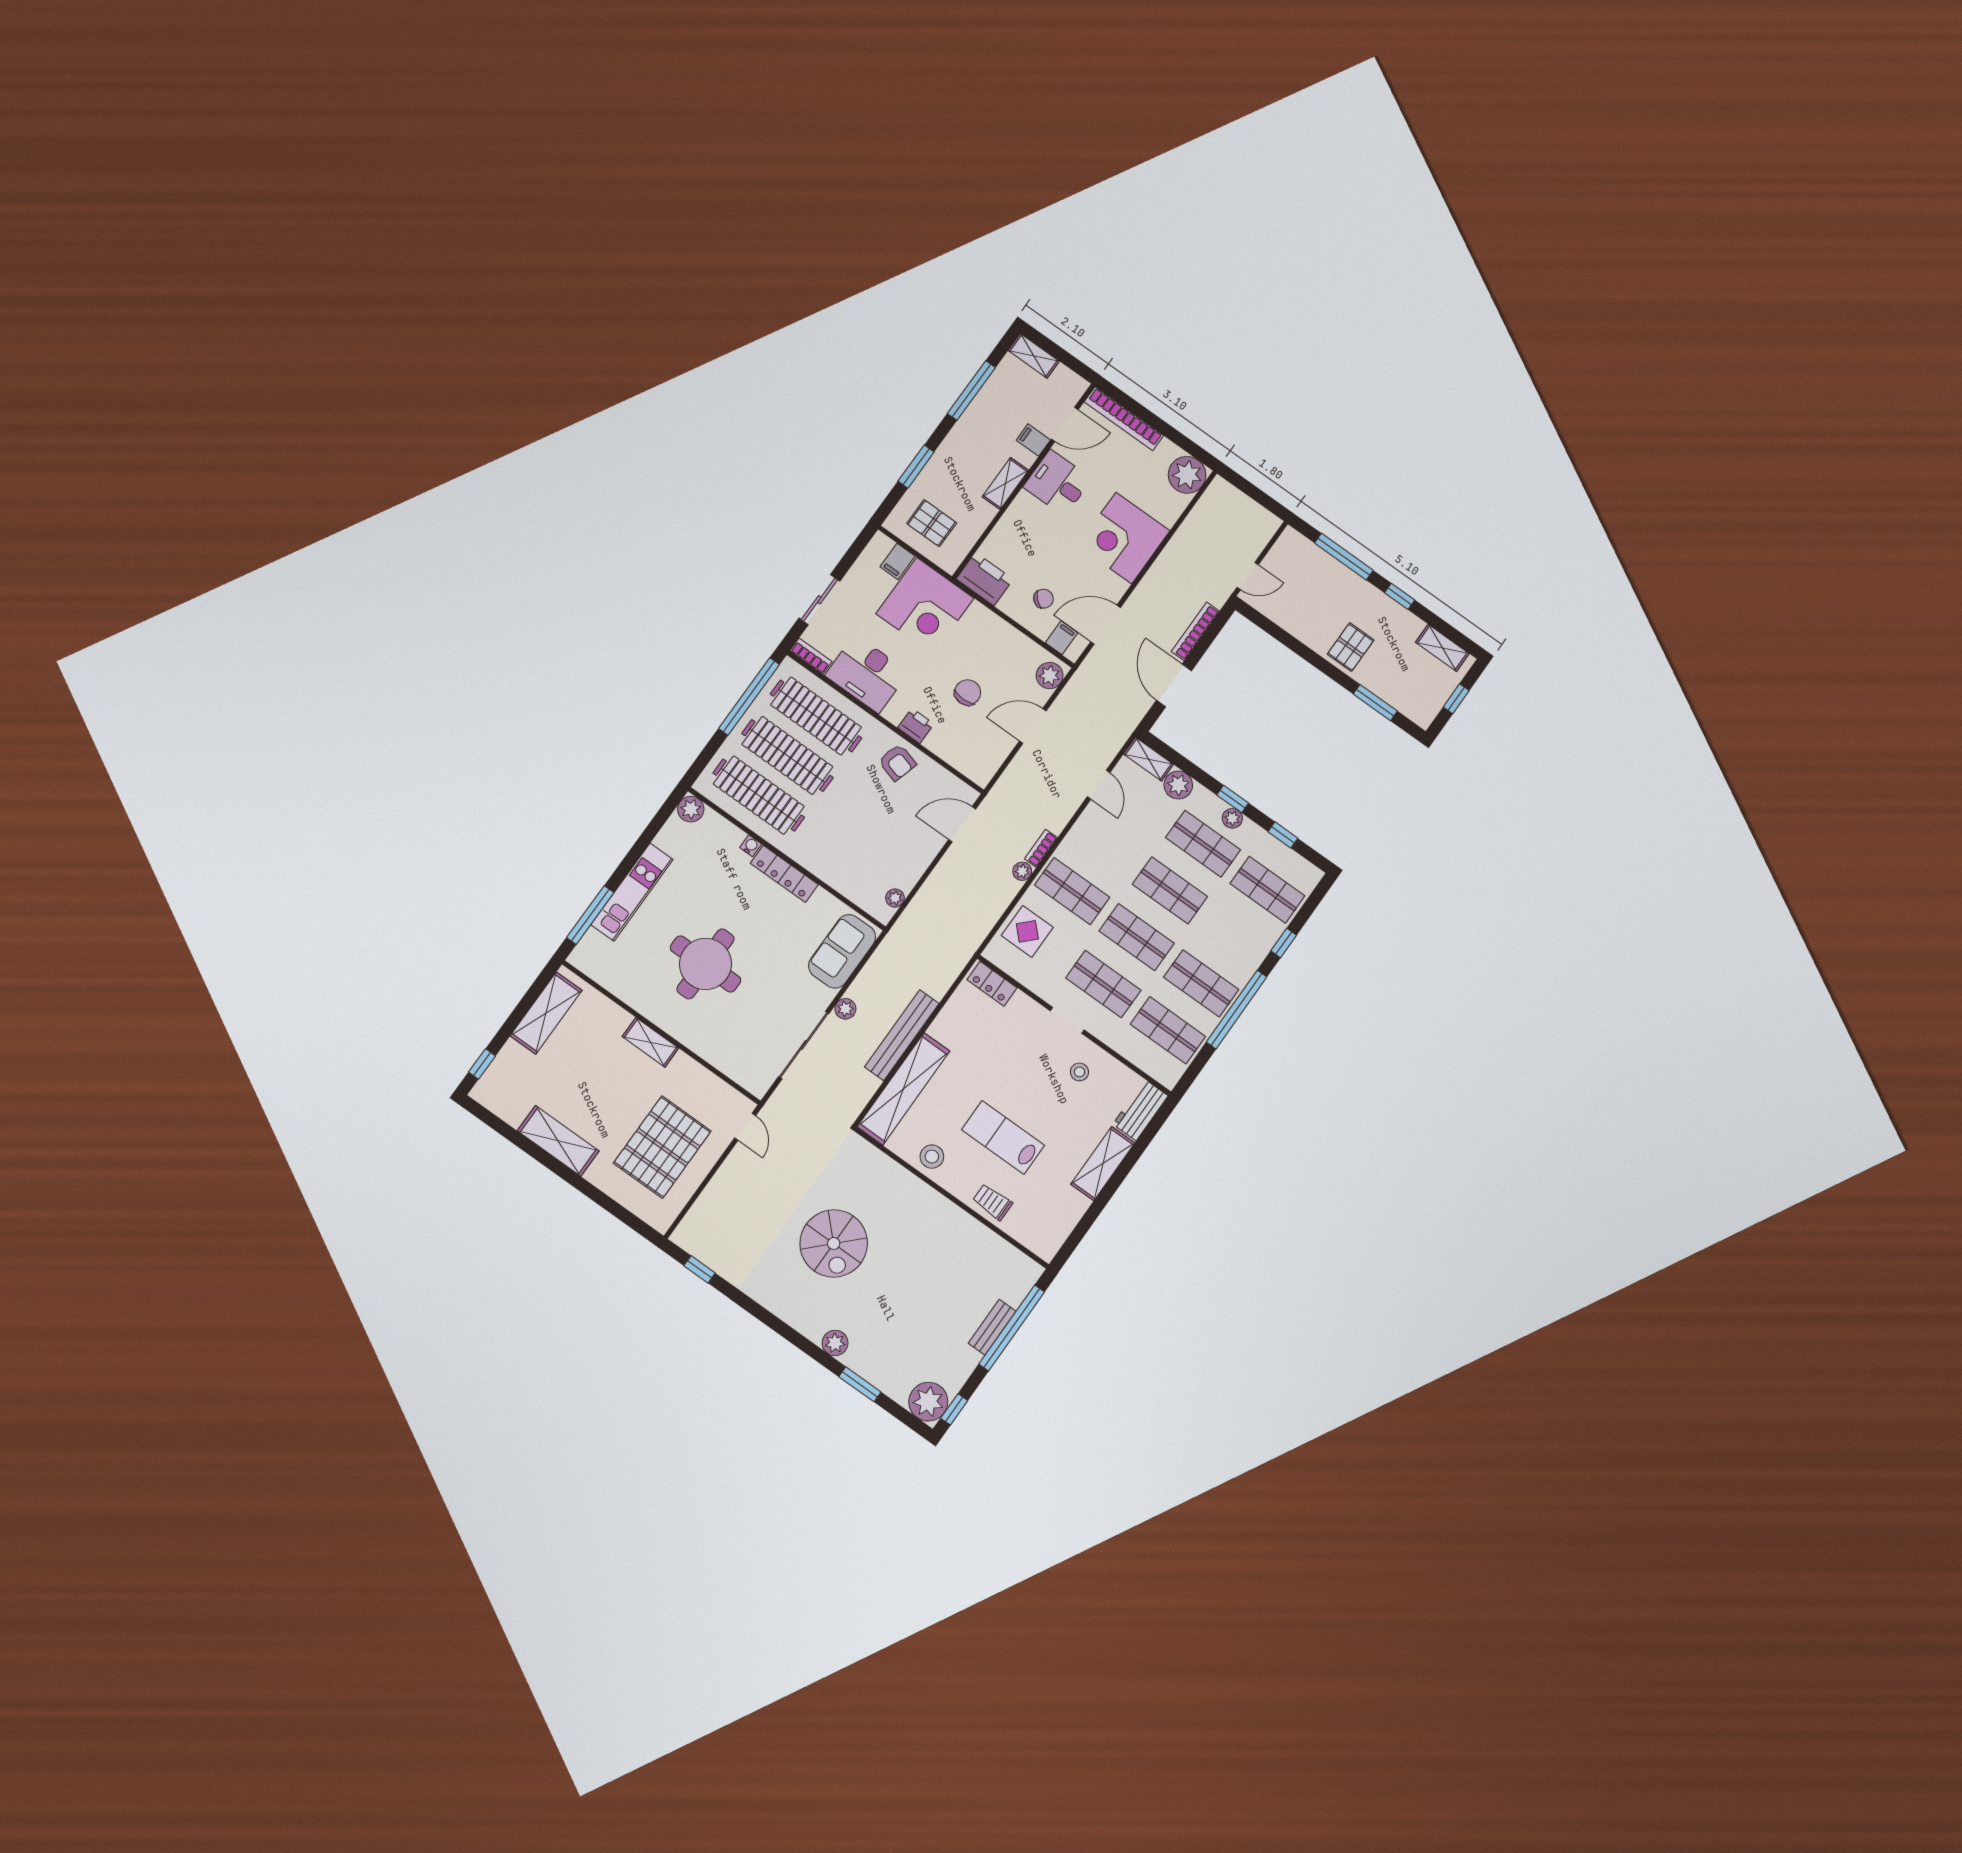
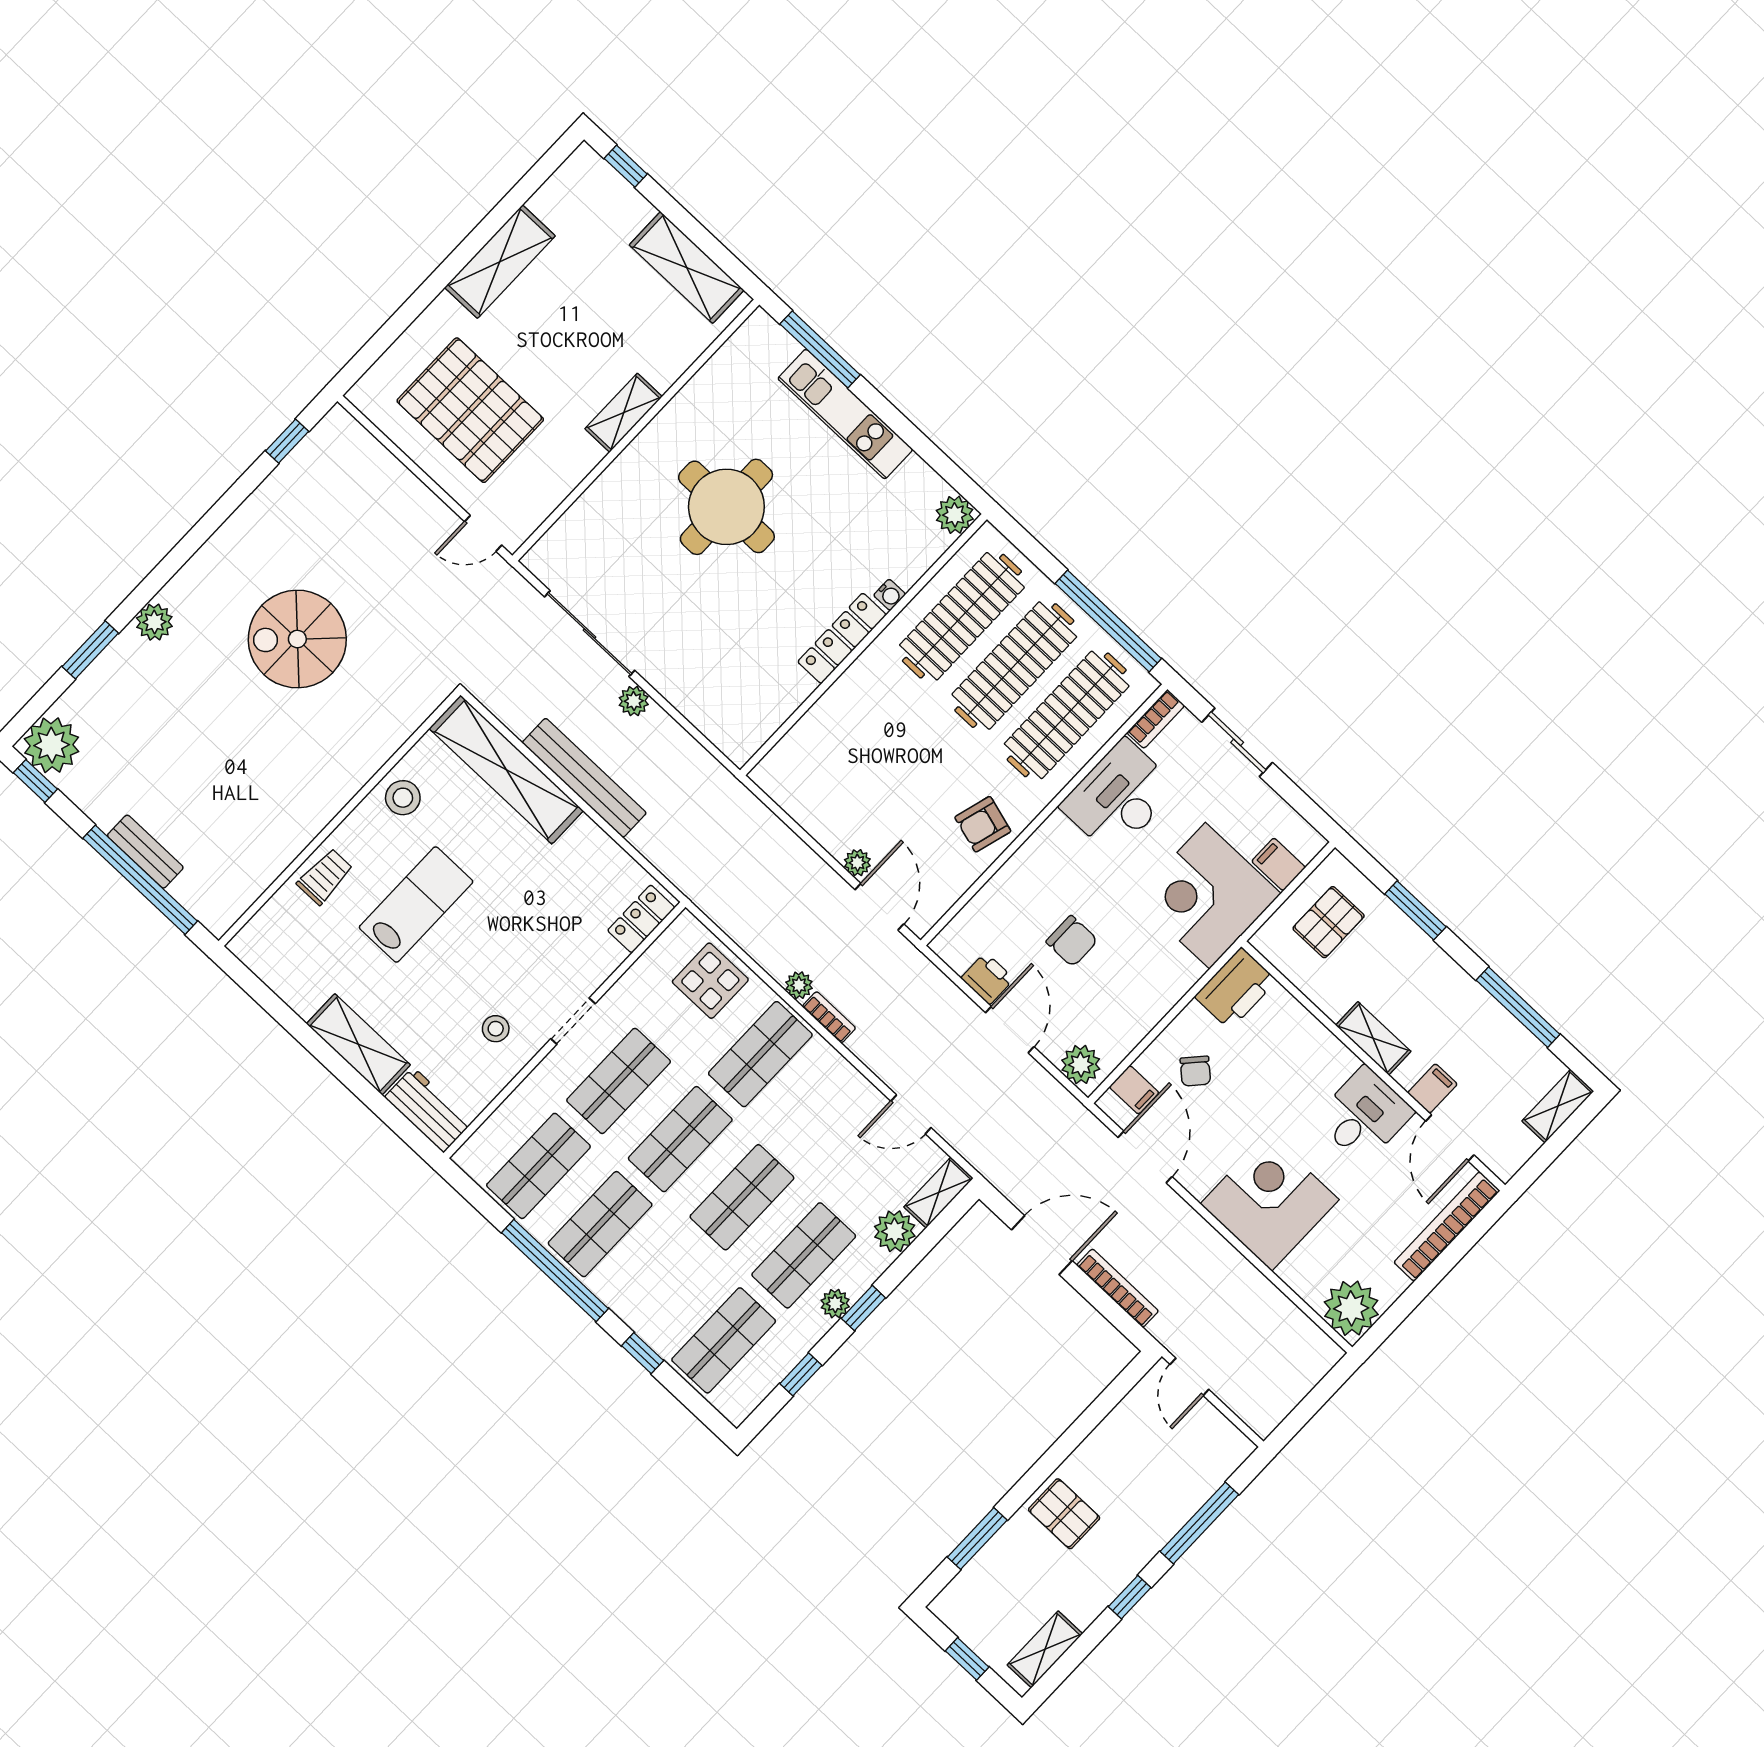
printer: (916, 726) -> (987, 979), moved, turned -90
plant: (895, 898) -> (857, 863), moved
sofa: (842, 951) -> (718, 707), removed

